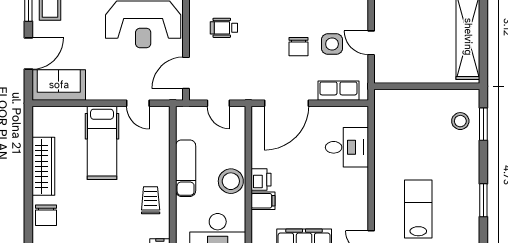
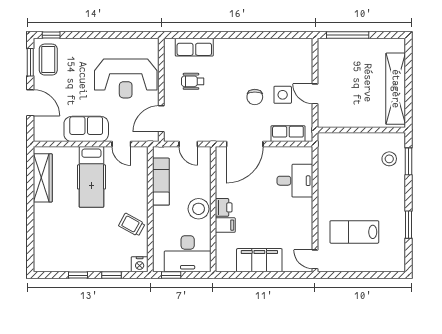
door: (28, 53) -> (30, 103), hinge flipped
sofa: (59, 85) -> (86, 129), moved
wardrobe: (43, 166) -> (43, 178), moved
exam couch: (186, 168) -> (161, 182), moved
trolley: (151, 200) -> (132, 225), turned -61
lab bench: (418, 209) -> (354, 232), turned -90
chair: (46, 215) -> (45, 237), removed

